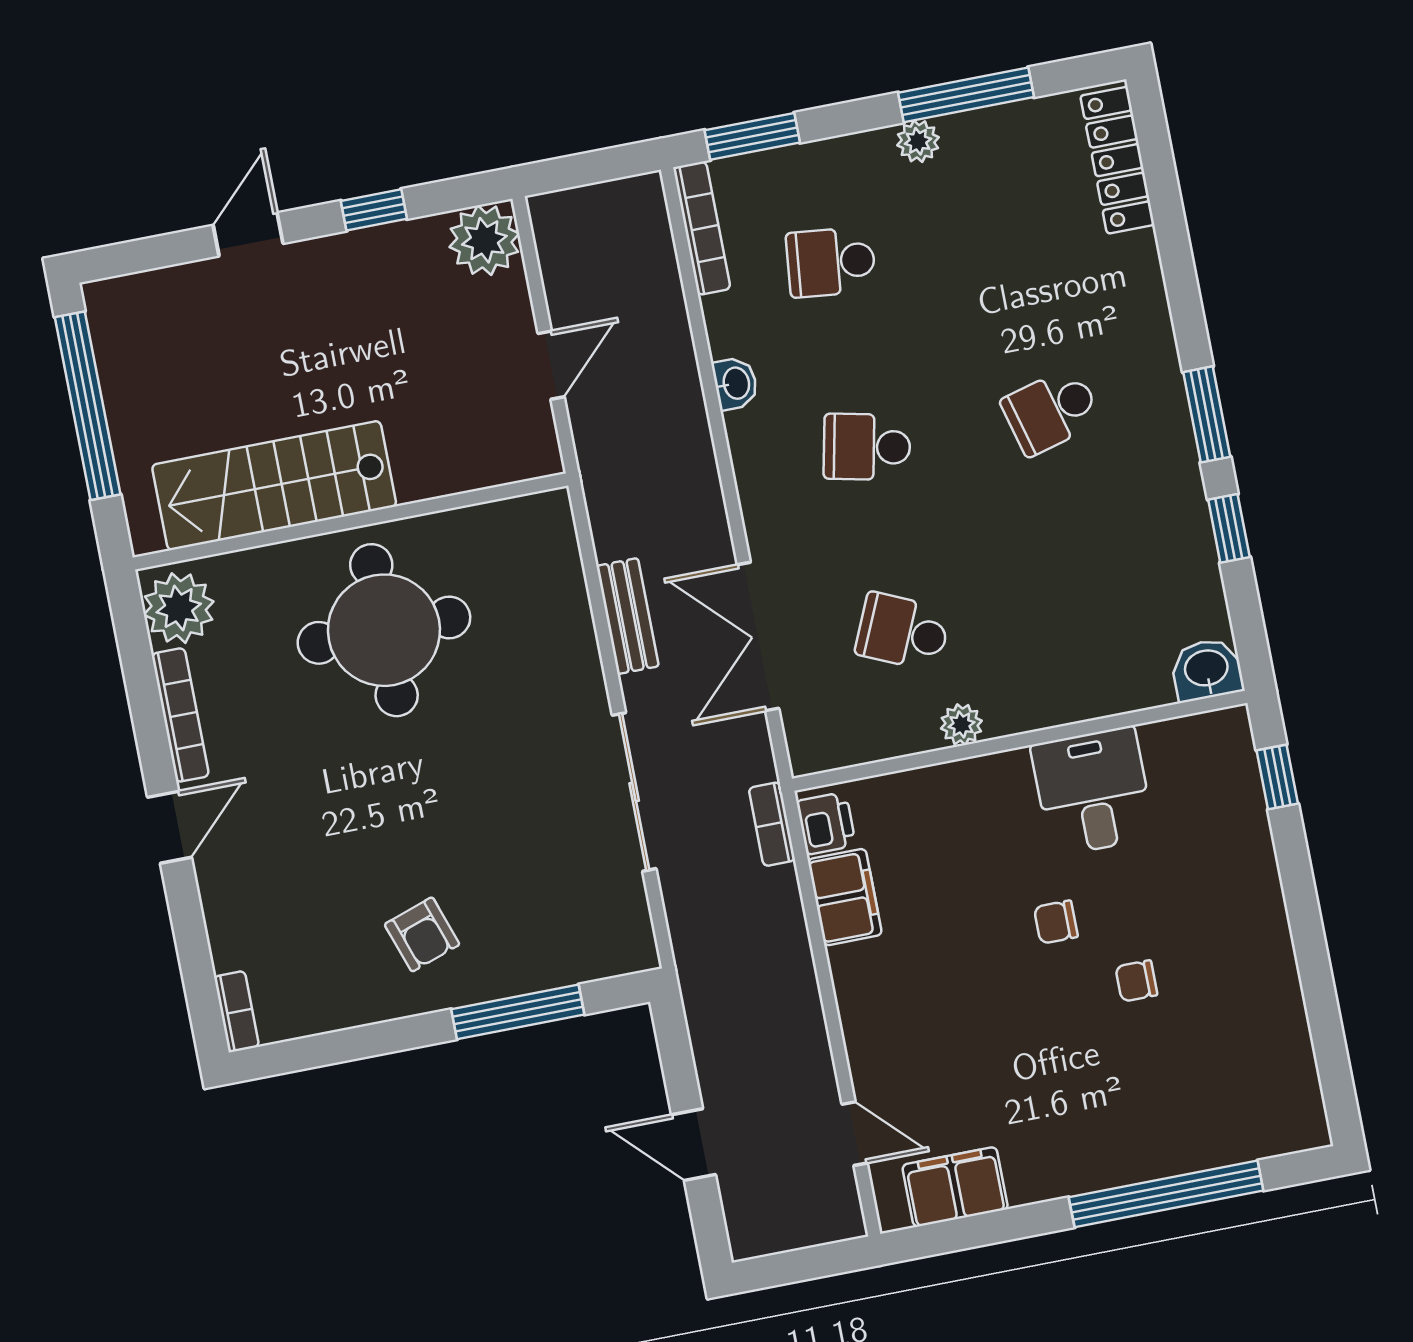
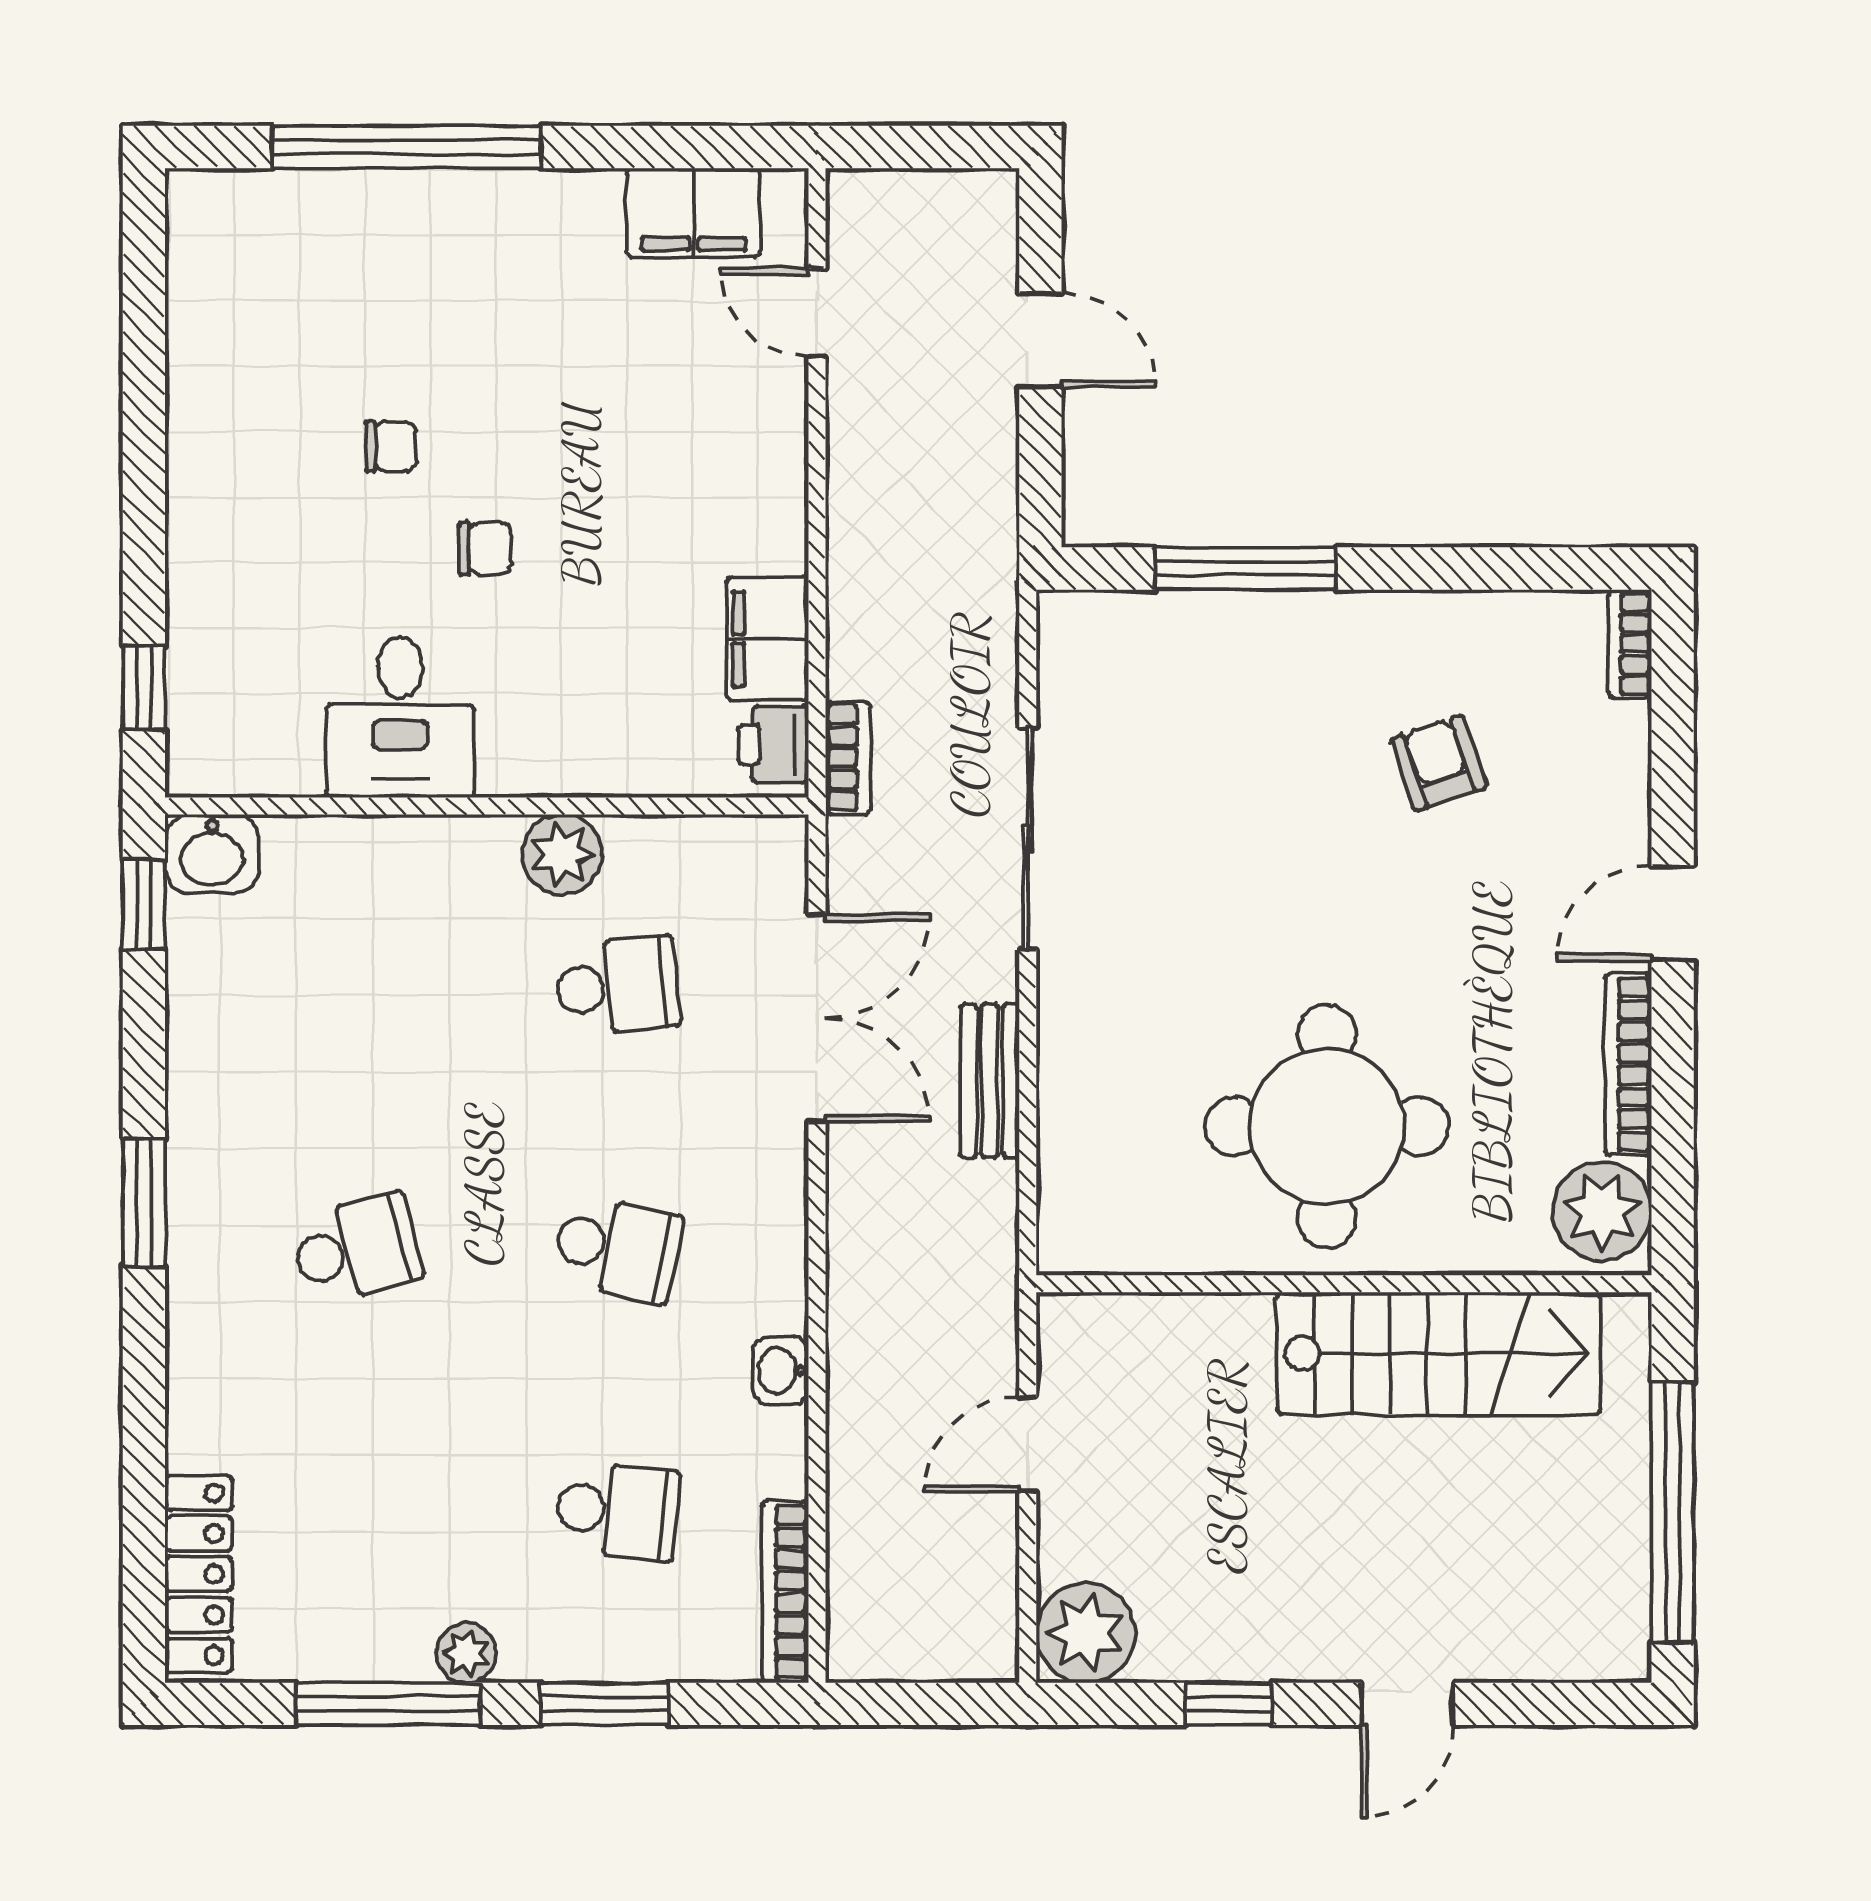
window: (752, 136) -> (604, 1704), moved
window: (1229, 528) -> (144, 905), moved
school desk: (903, 632) -> (617, 986), turned -30
plant: (961, 725) -> (562, 855), width x1.38, depth x1.38
armchair: (422, 934) -> (1439, 763), moved

